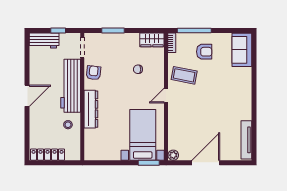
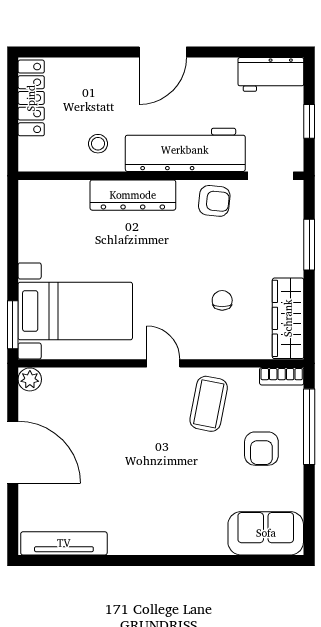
workbench: (44, 40) -> (271, 74), moved, turned -90
wardrobe: (152, 40) -> (288, 318), width x1.50
door: (27, 96) -> (163, 52), hinge flipped

